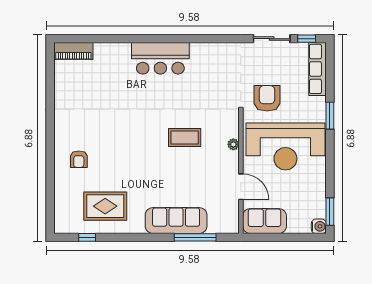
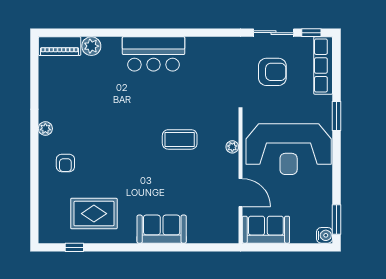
plant: (103, 51) -> (91, 46), added
armchair: (267, 98) -> (272, 72), moved, turned 90
plant: (60, 127) -> (45, 129), added
sofa: (176, 221) -> (162, 229), width x0.73
window: (195, 237) -> (191, 247), removed

